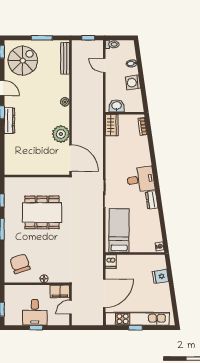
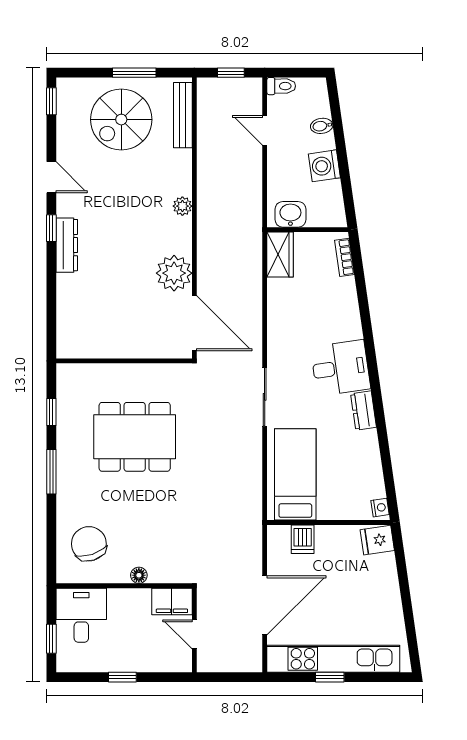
spiral stairs: (23, 61) -> (121, 120), moved, turned 180
dishwasher: (111, 262) -> (303, 539), moved
fridge: (160, 276) -> (377, 540), moved
door: (71, 307) -> (194, 634), hinge flipped
desk: (35, 312) -> (81, 615), moved, turned 180

